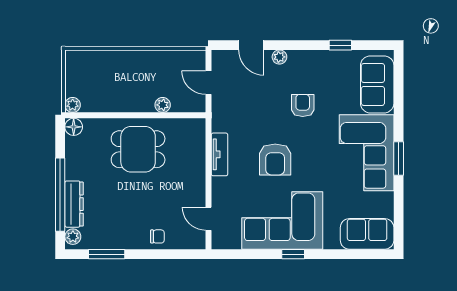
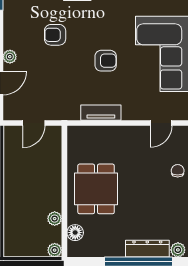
plant: (163, 105) -> (55, 219), moved
floor lamp: (74, 127) -> (75, 233), moved
armchair: (275, 159) -> (106, 61), width x0.72, depth x0.72

